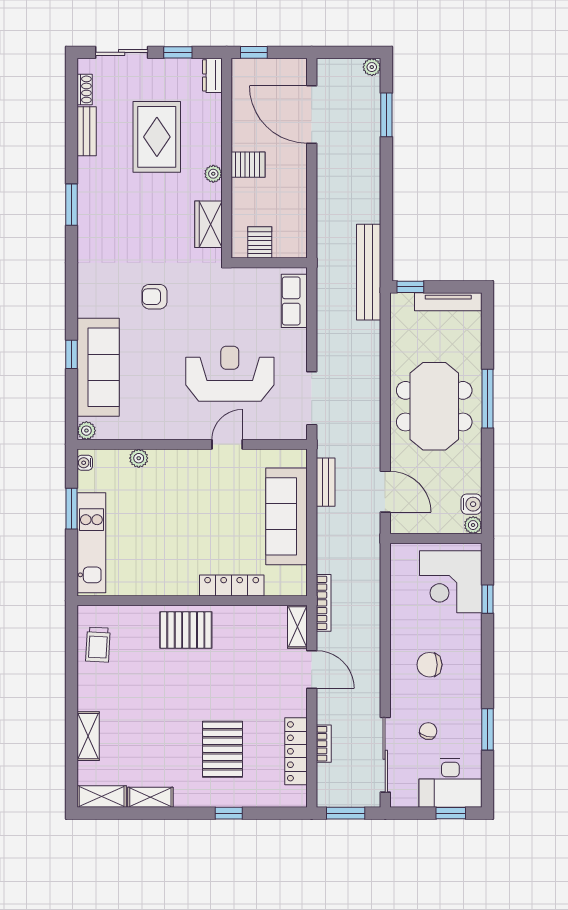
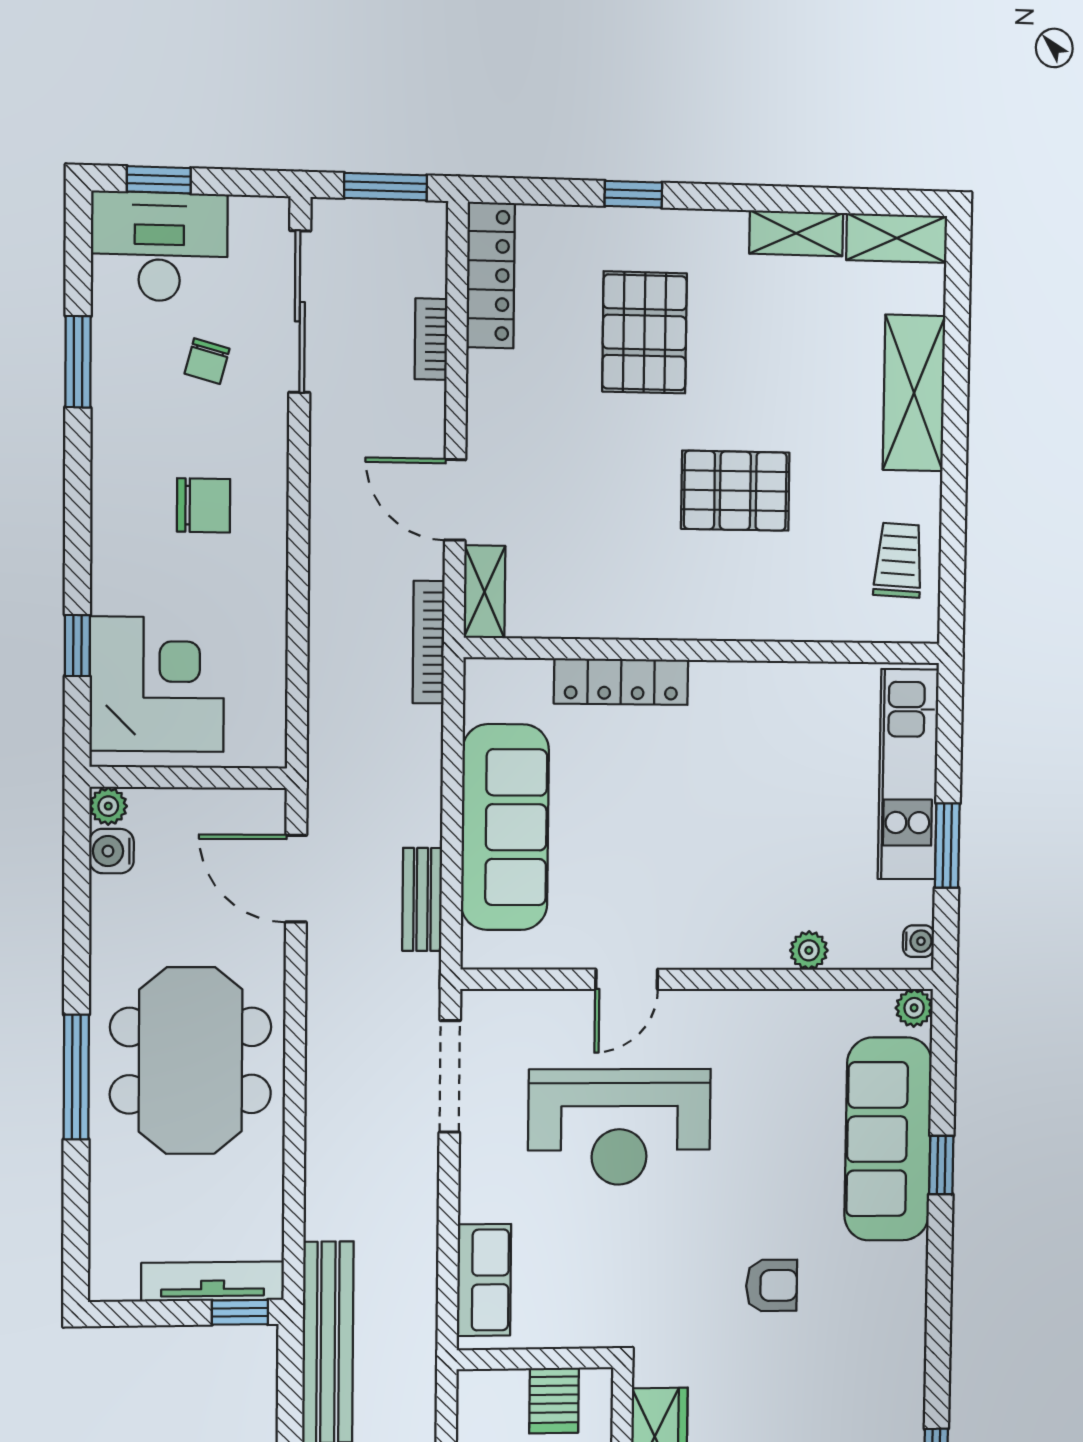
tv unit: (448, 302) -> (213, 1281), moved
pallet: (186, 630) -> (735, 491), moved
shelving: (88, 736) -> (914, 393), width x1.50, depth x1.33
locker: (296, 751) -> (491, 275), moved

